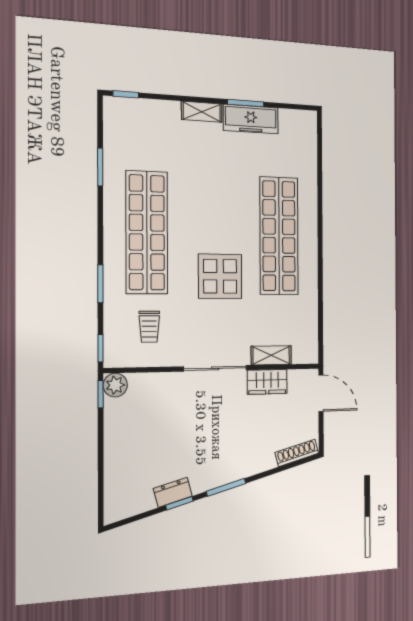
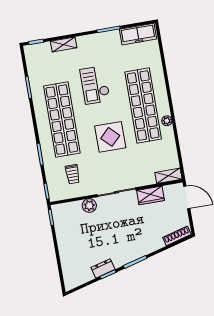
shelving: (202, 112) -> (64, 44), moved
freezer: (251, 119) -> (138, 34), moved
checkout: (210, 187) -> (95, 85), added
plant: (310, 267) -> (167, 121), added
shelving: (271, 355) -> (168, 176), moved
plant: (115, 385) -> (89, 206), moved

